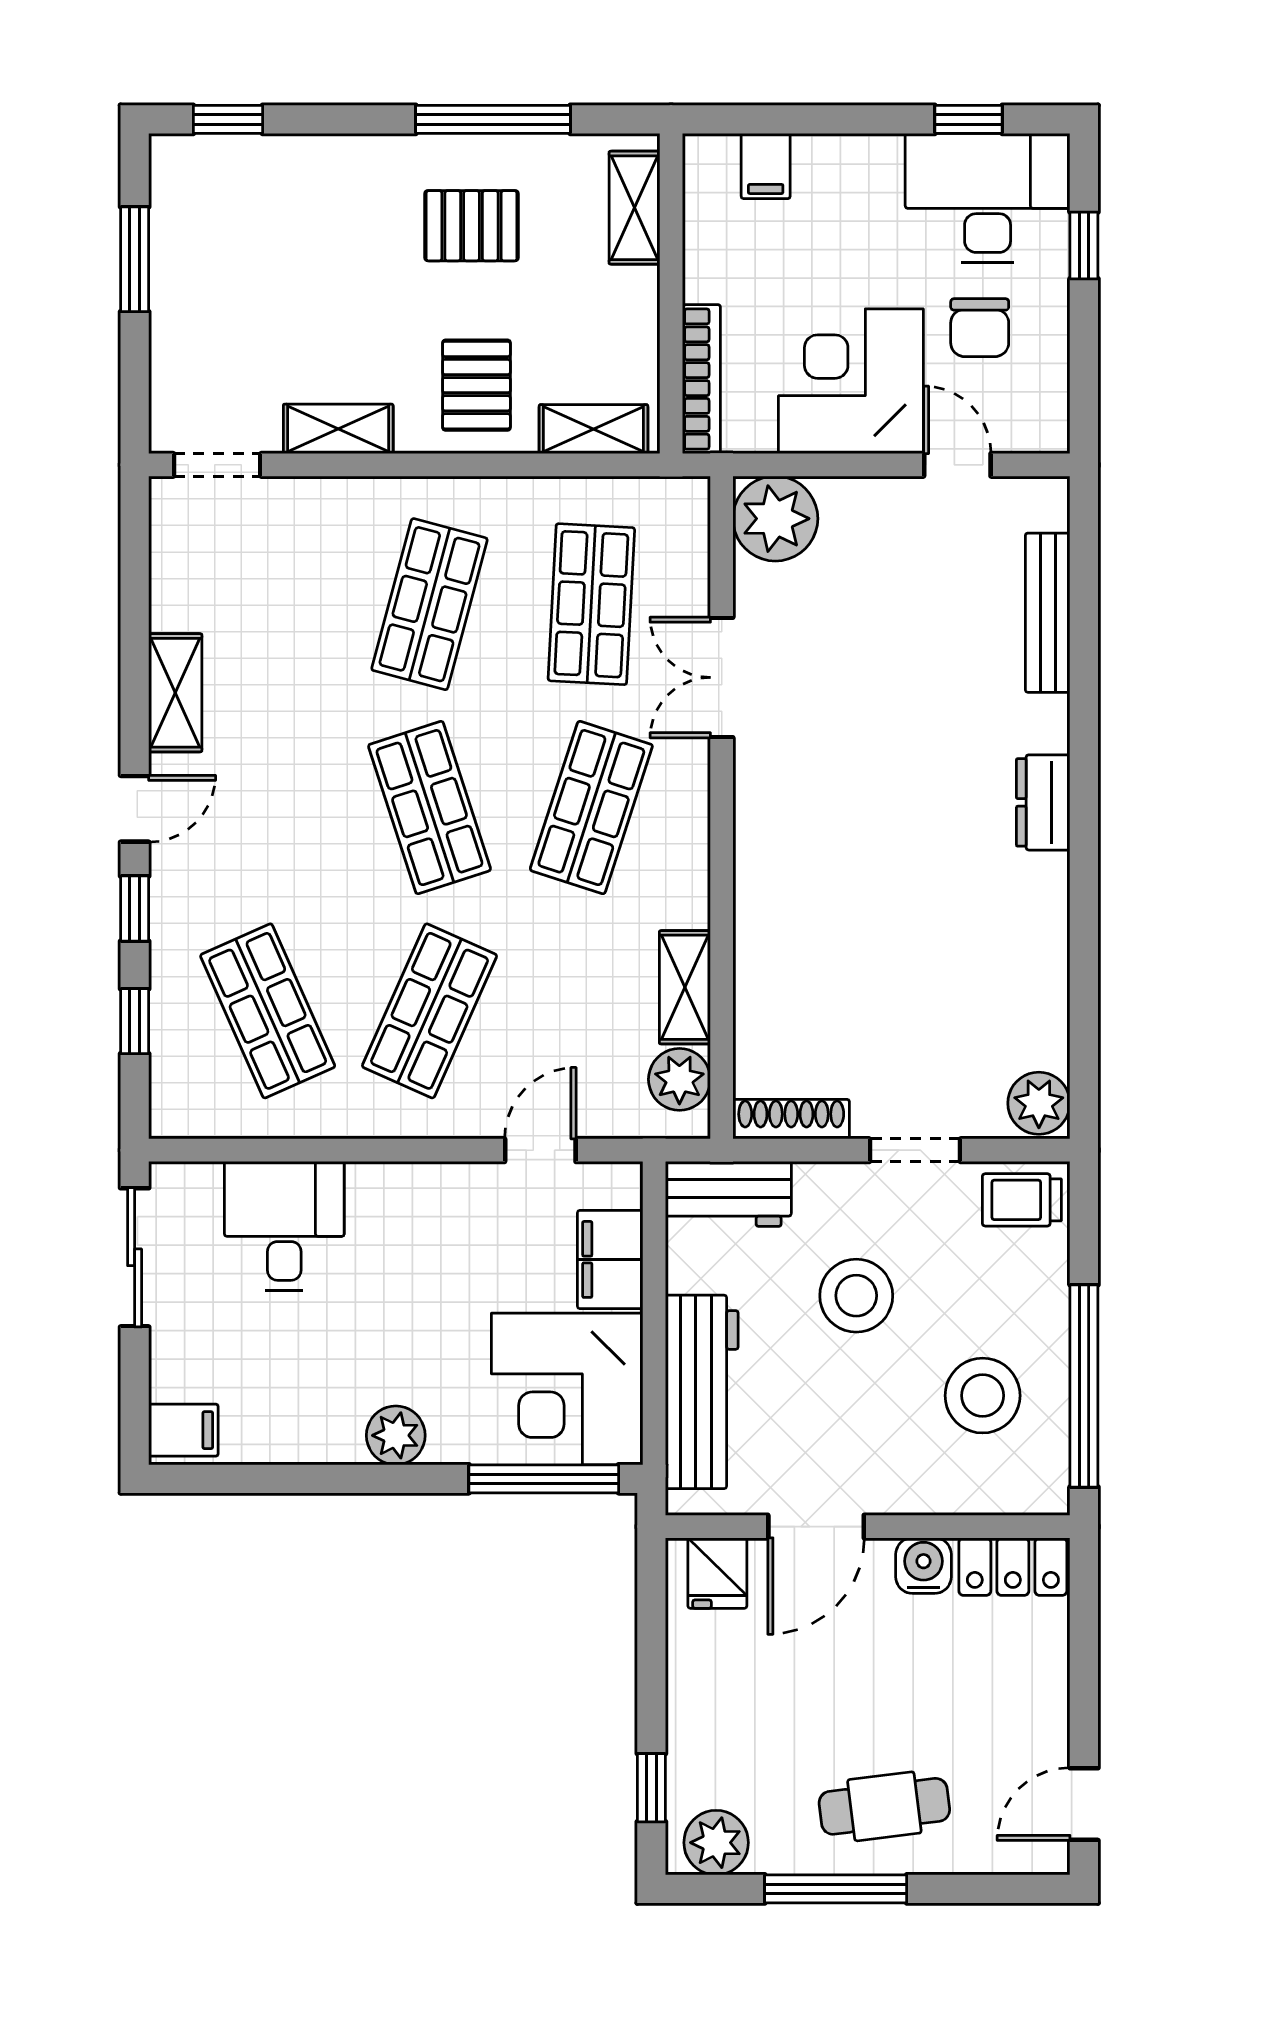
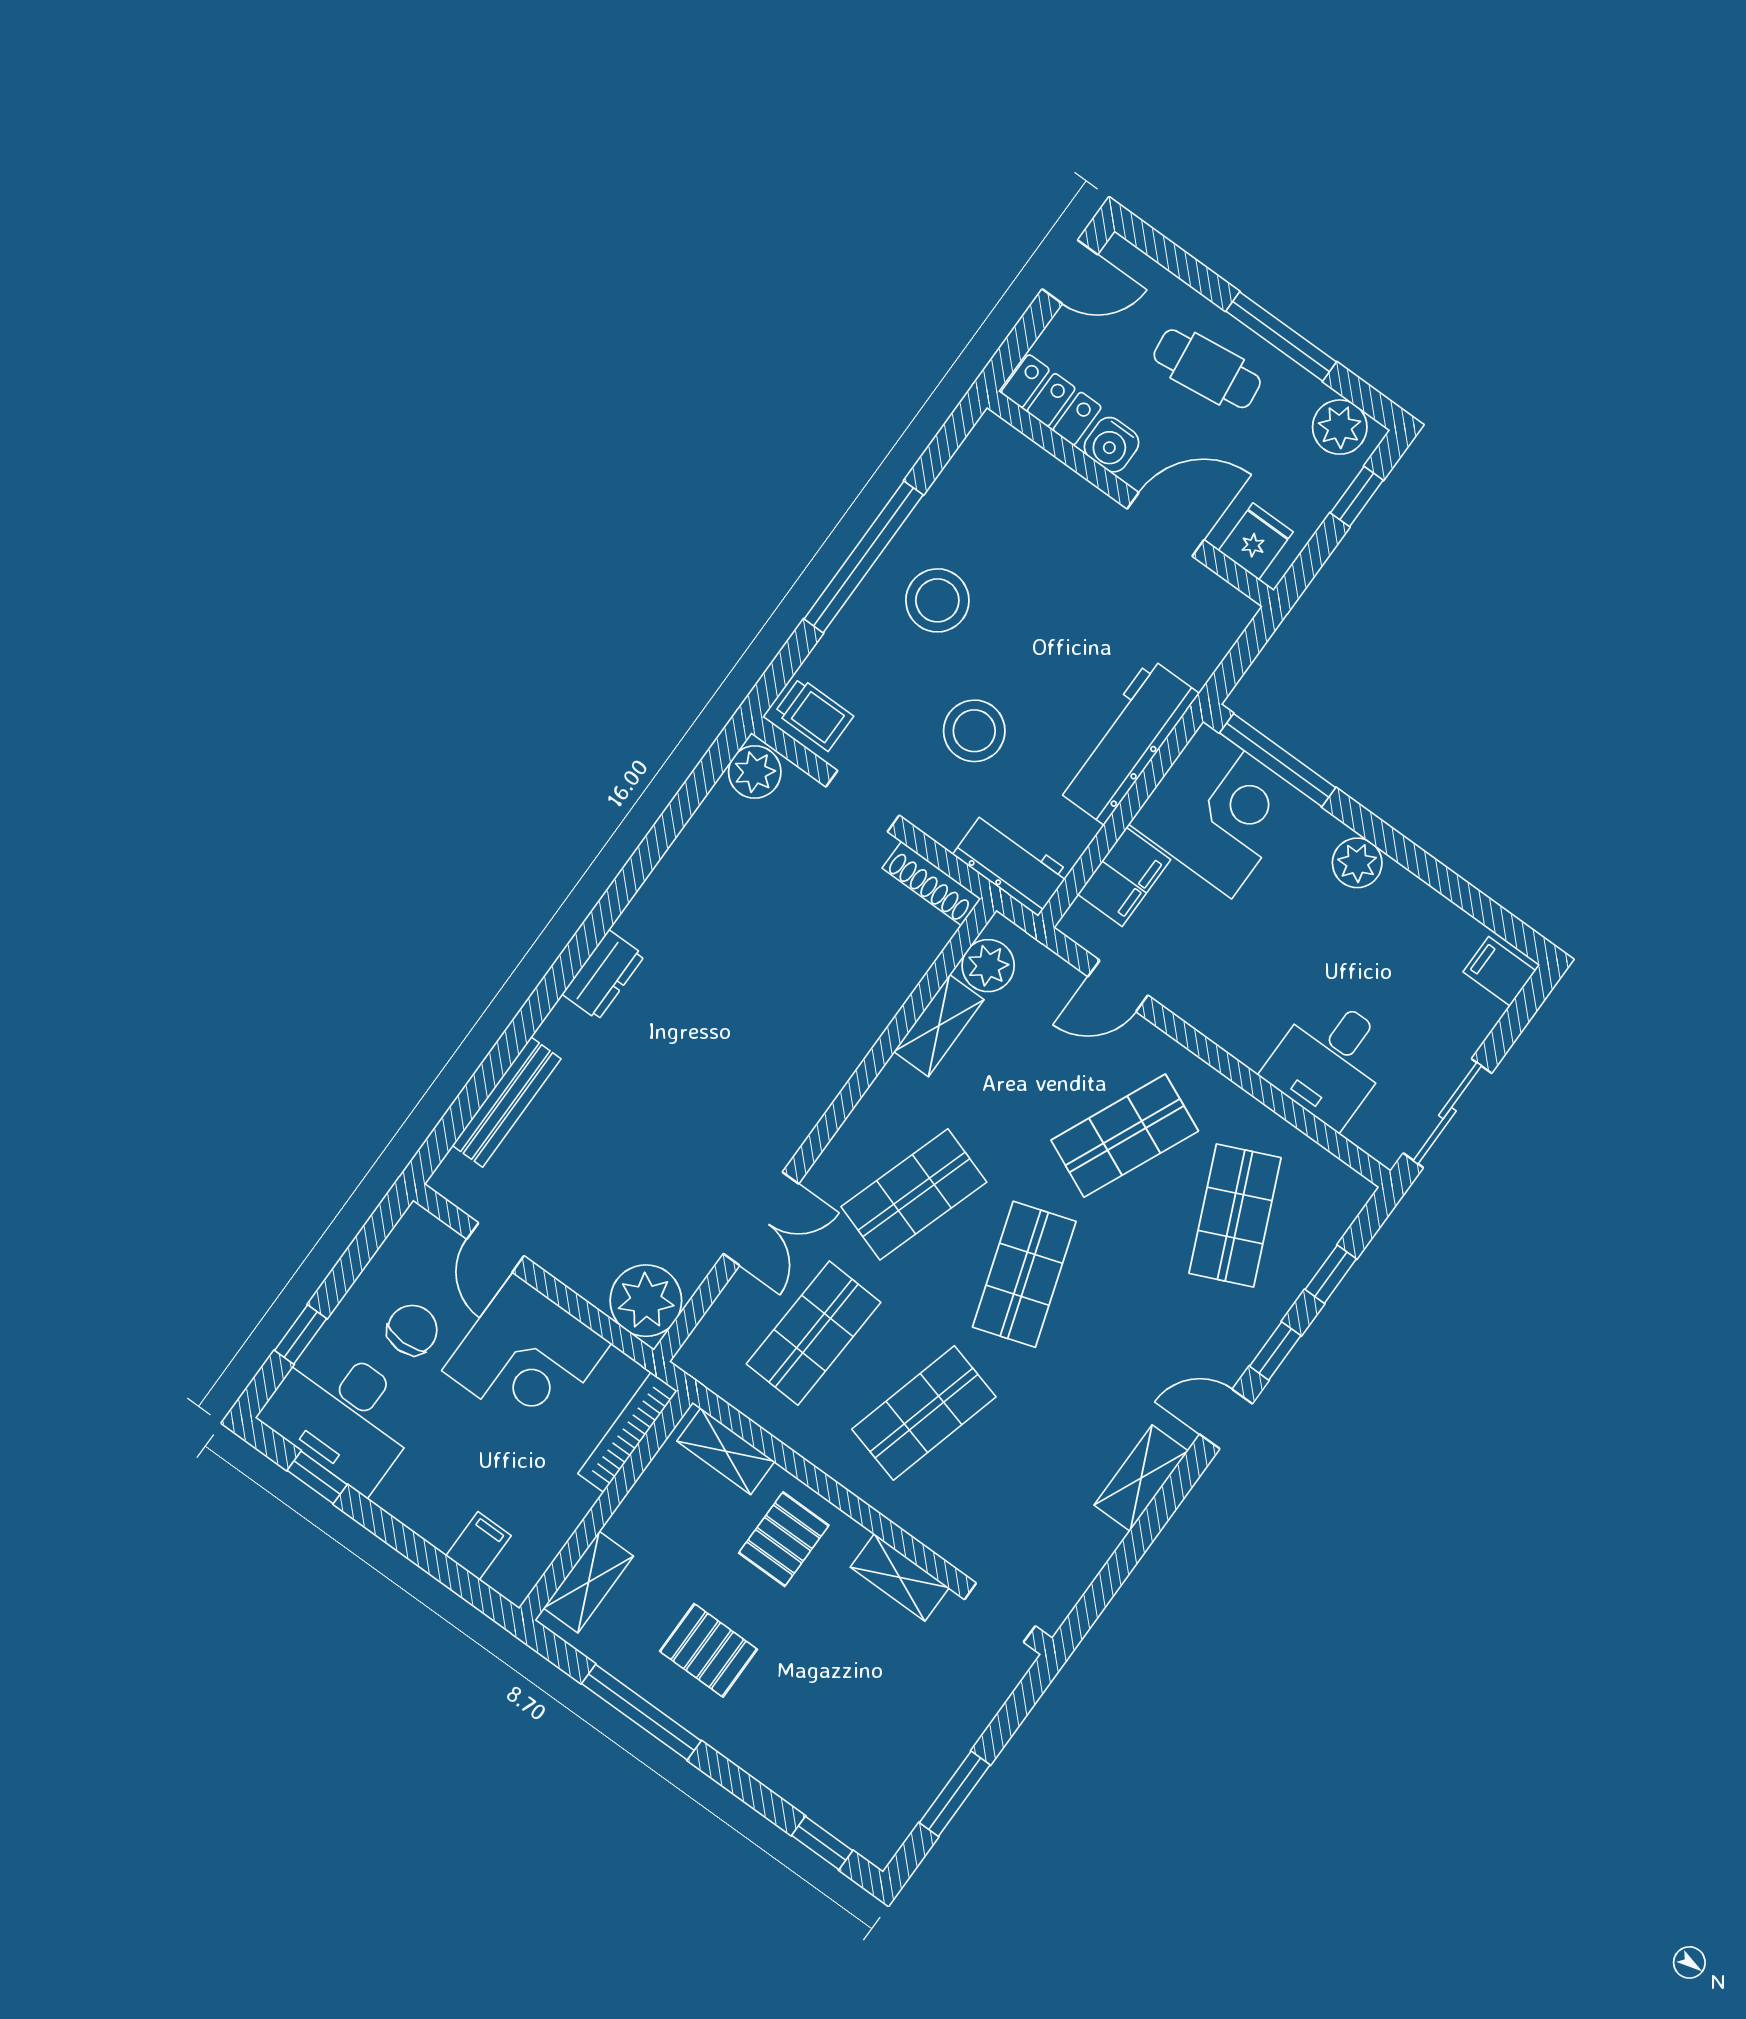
door: (816, 1527) -> (1166, 524), moved
wall: (868, 1527) -> (1130, 499), moved
water cooler: (924, 1566) -> (1112, 445), moved
locker: (1013, 1567) -> (1051, 400), moved
fridge: (717, 1573) -> (1256, 541), moved

